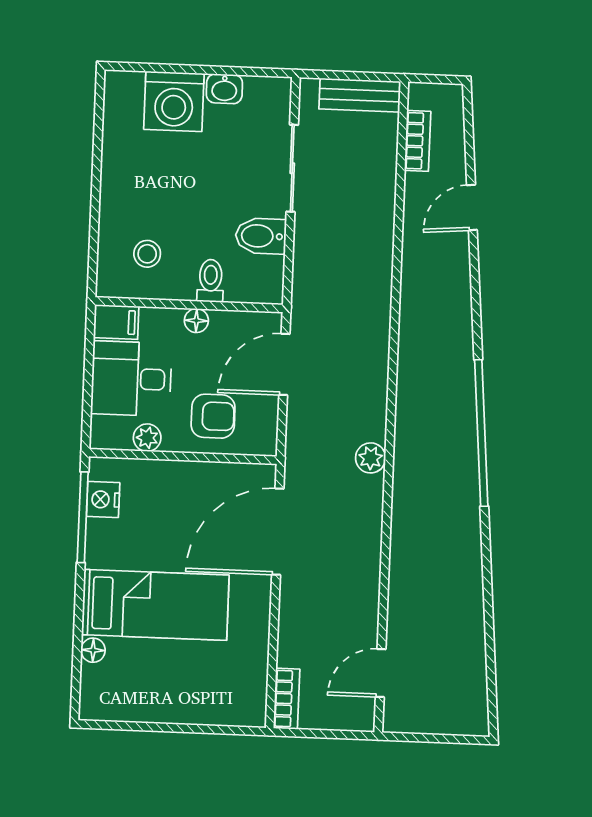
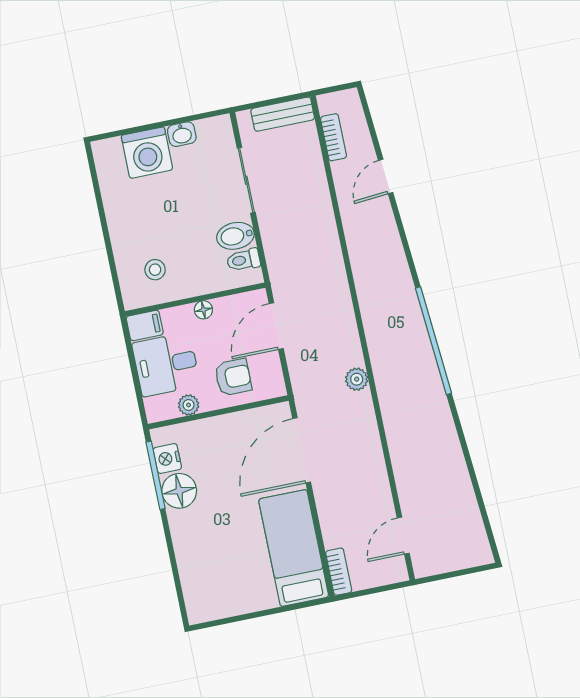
toilet: (211, 281) -> (243, 260), moved, turned -90
bed: (155, 605) -> (294, 548), moved, turned -90
floor lamp: (93, 650) -> (179, 491), moved, width x1.89, depth x1.89

